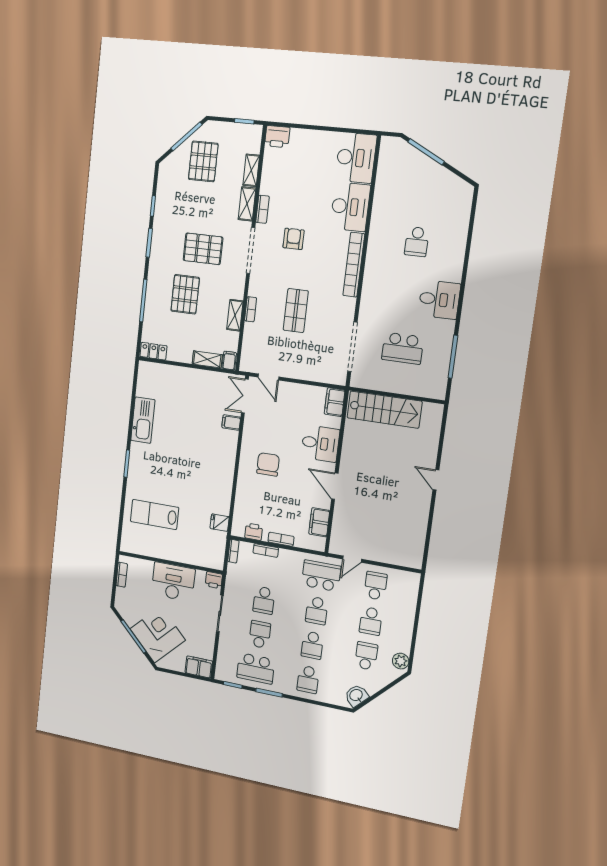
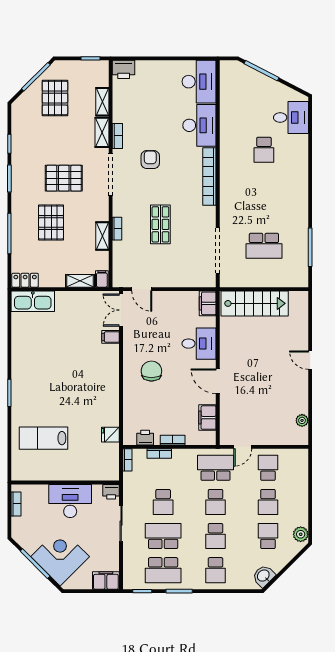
desk: (439, 300) -> (291, 118), moved
kitchen sink: (143, 420) -> (33, 301), moved, turned 90
plant: (418, 543) -> (302, 420), added
school desk: (260, 635) -> (163, 536), width x1.85

